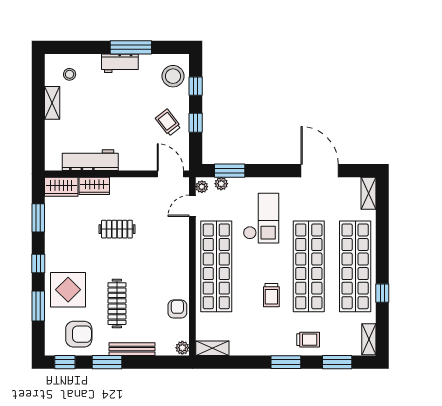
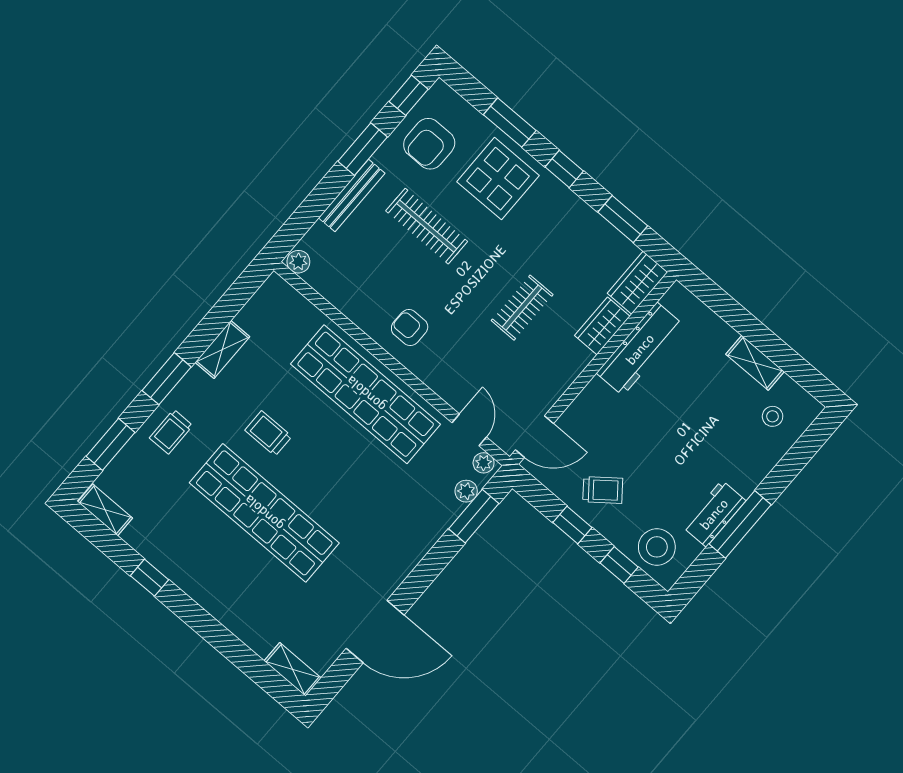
workbench: (120, 63) -> (714, 514), moved
checkout: (261, 218) -> (378, 504), removed
shop shelf: (355, 266) -> (214, 572), removed
armchair: (177, 309) -> (410, 328), moved, turned 180
shelving: (212, 348) -> (222, 349), moved

